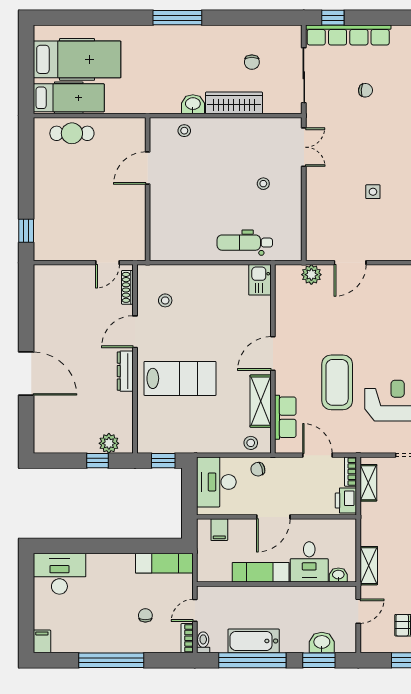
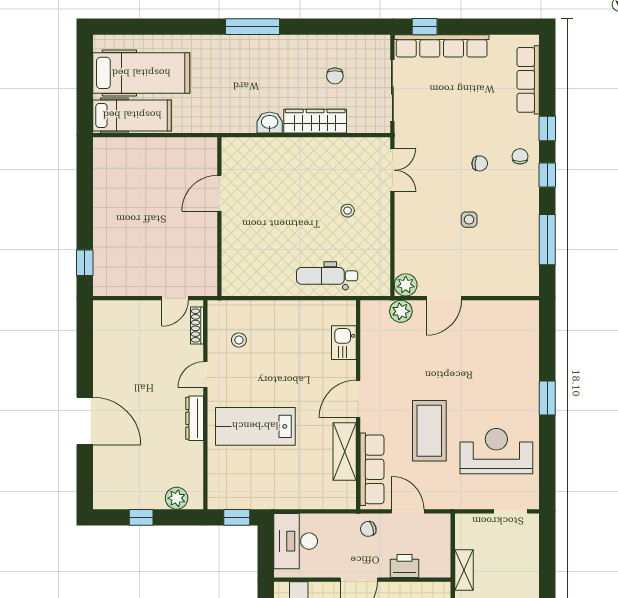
chair: (365, 90) -> (480, 163), moved
stool: (184, 131) -> (260, 152), removed
cafe table: (72, 133) -> (136, 155), removed
plant: (316, 251) -> (406, 285), added
kitchen sink: (260, 280) -> (344, 343), moved
door: (135, 332) -> (205, 375), width x0.73
lab bench: (180, 378) -> (255, 426), turned 180
row of seats: (285, 417) -> (372, 469), width x1.48
stool: (251, 443) -> (334, 498), removed
window: (98, 461) -> (141, 517), moved
chair: (258, 469) -> (368, 529), moved
bookcase: (351, 472) -> (444, 530), removed
shelving: (368, 483) -> (464, 570), moved
printer: (346, 501) -> (405, 566), moved, turned 90

